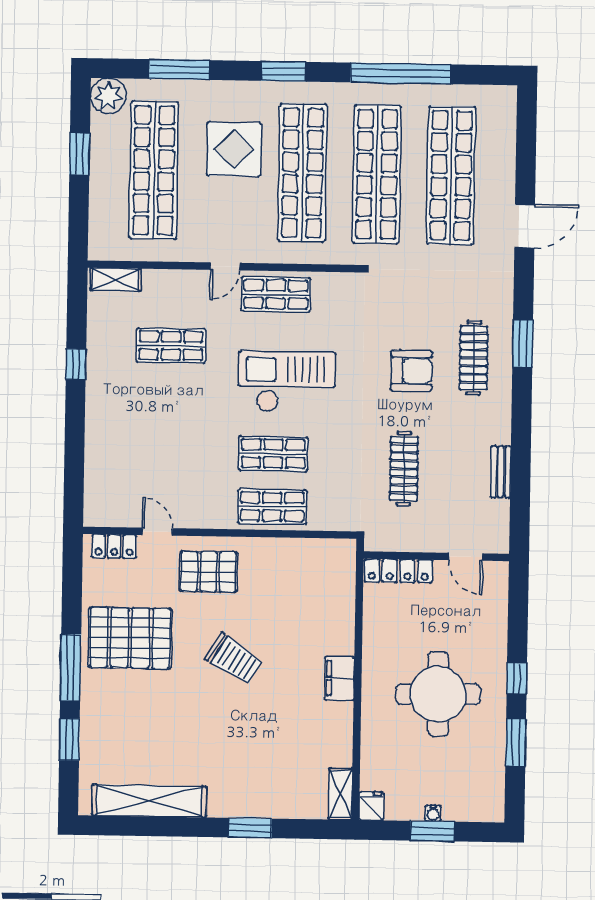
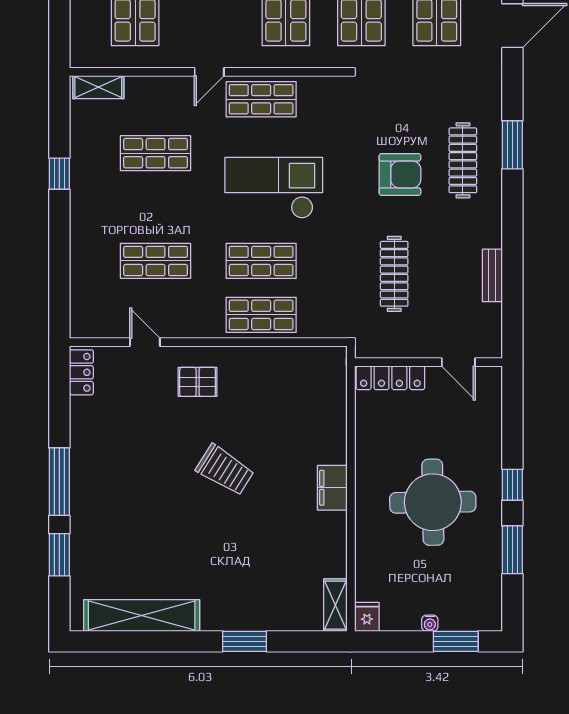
shop shelf: (169, 452) -> (156, 261), added
locker: (114, 546) -> (81, 372), moved, turned -90
pallet: (208, 572) -> (198, 382), width x0.67, depth x0.71
pallet: (130, 638) -> (119, 451), removed
window: (433, 831) -> (456, 641), moved

